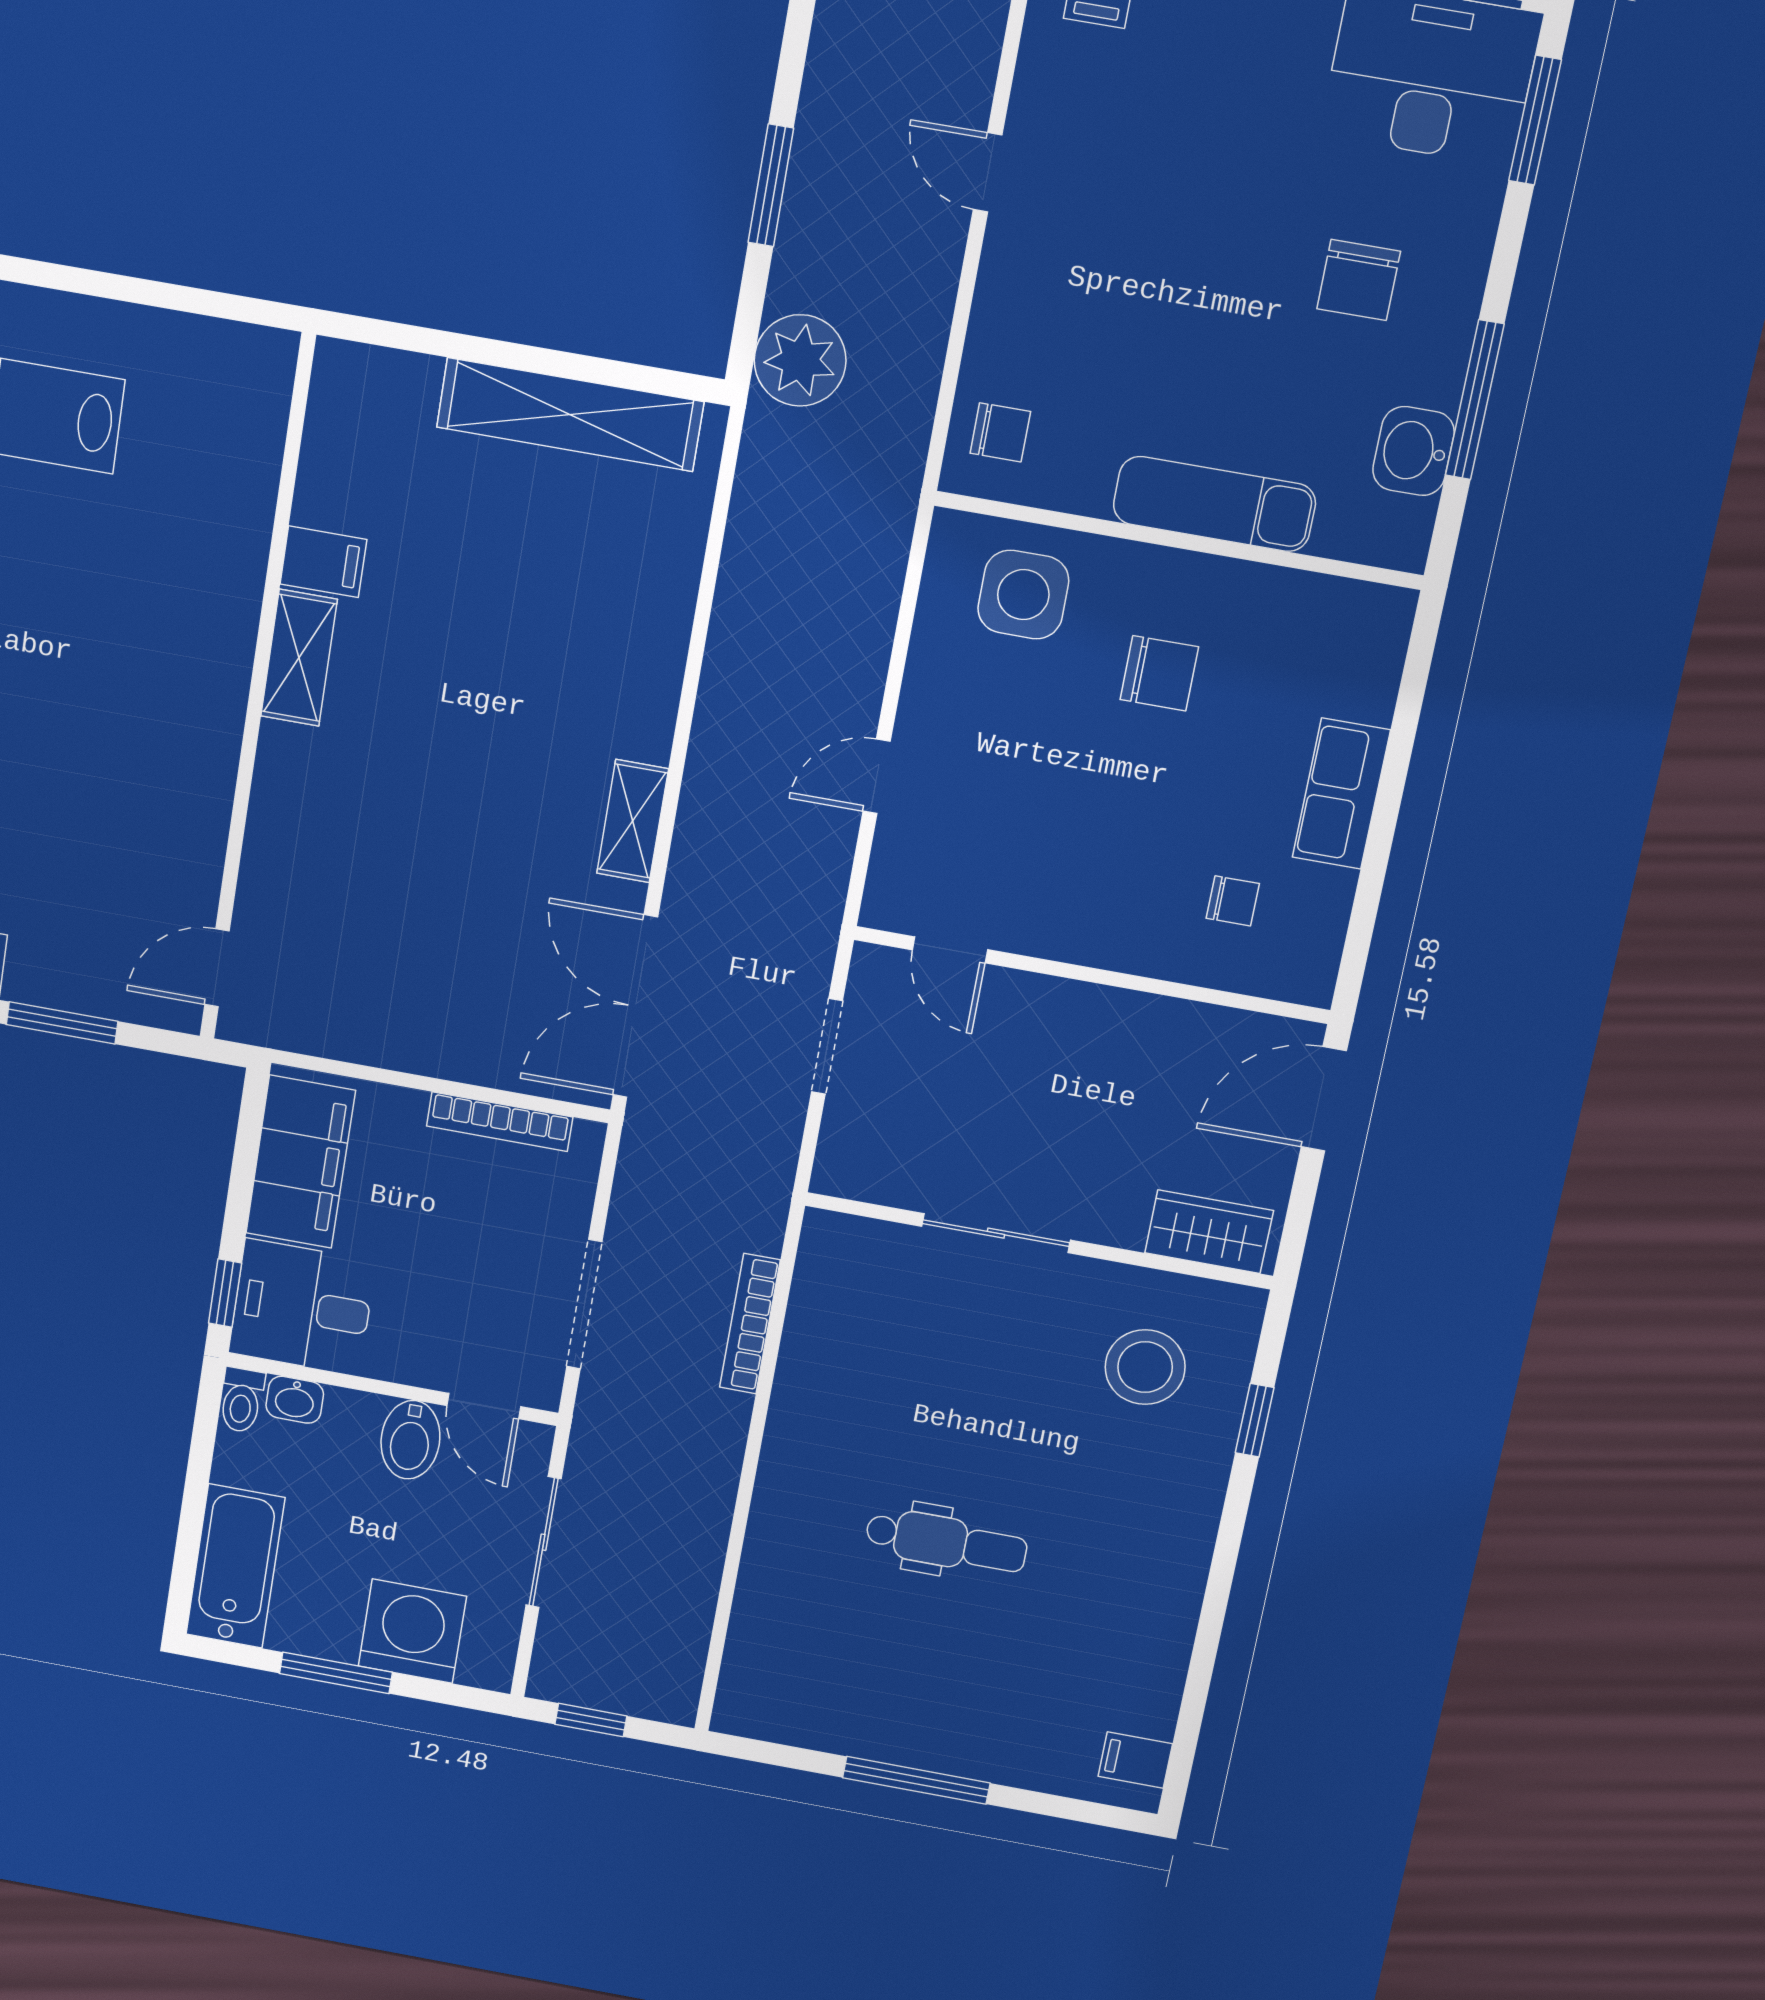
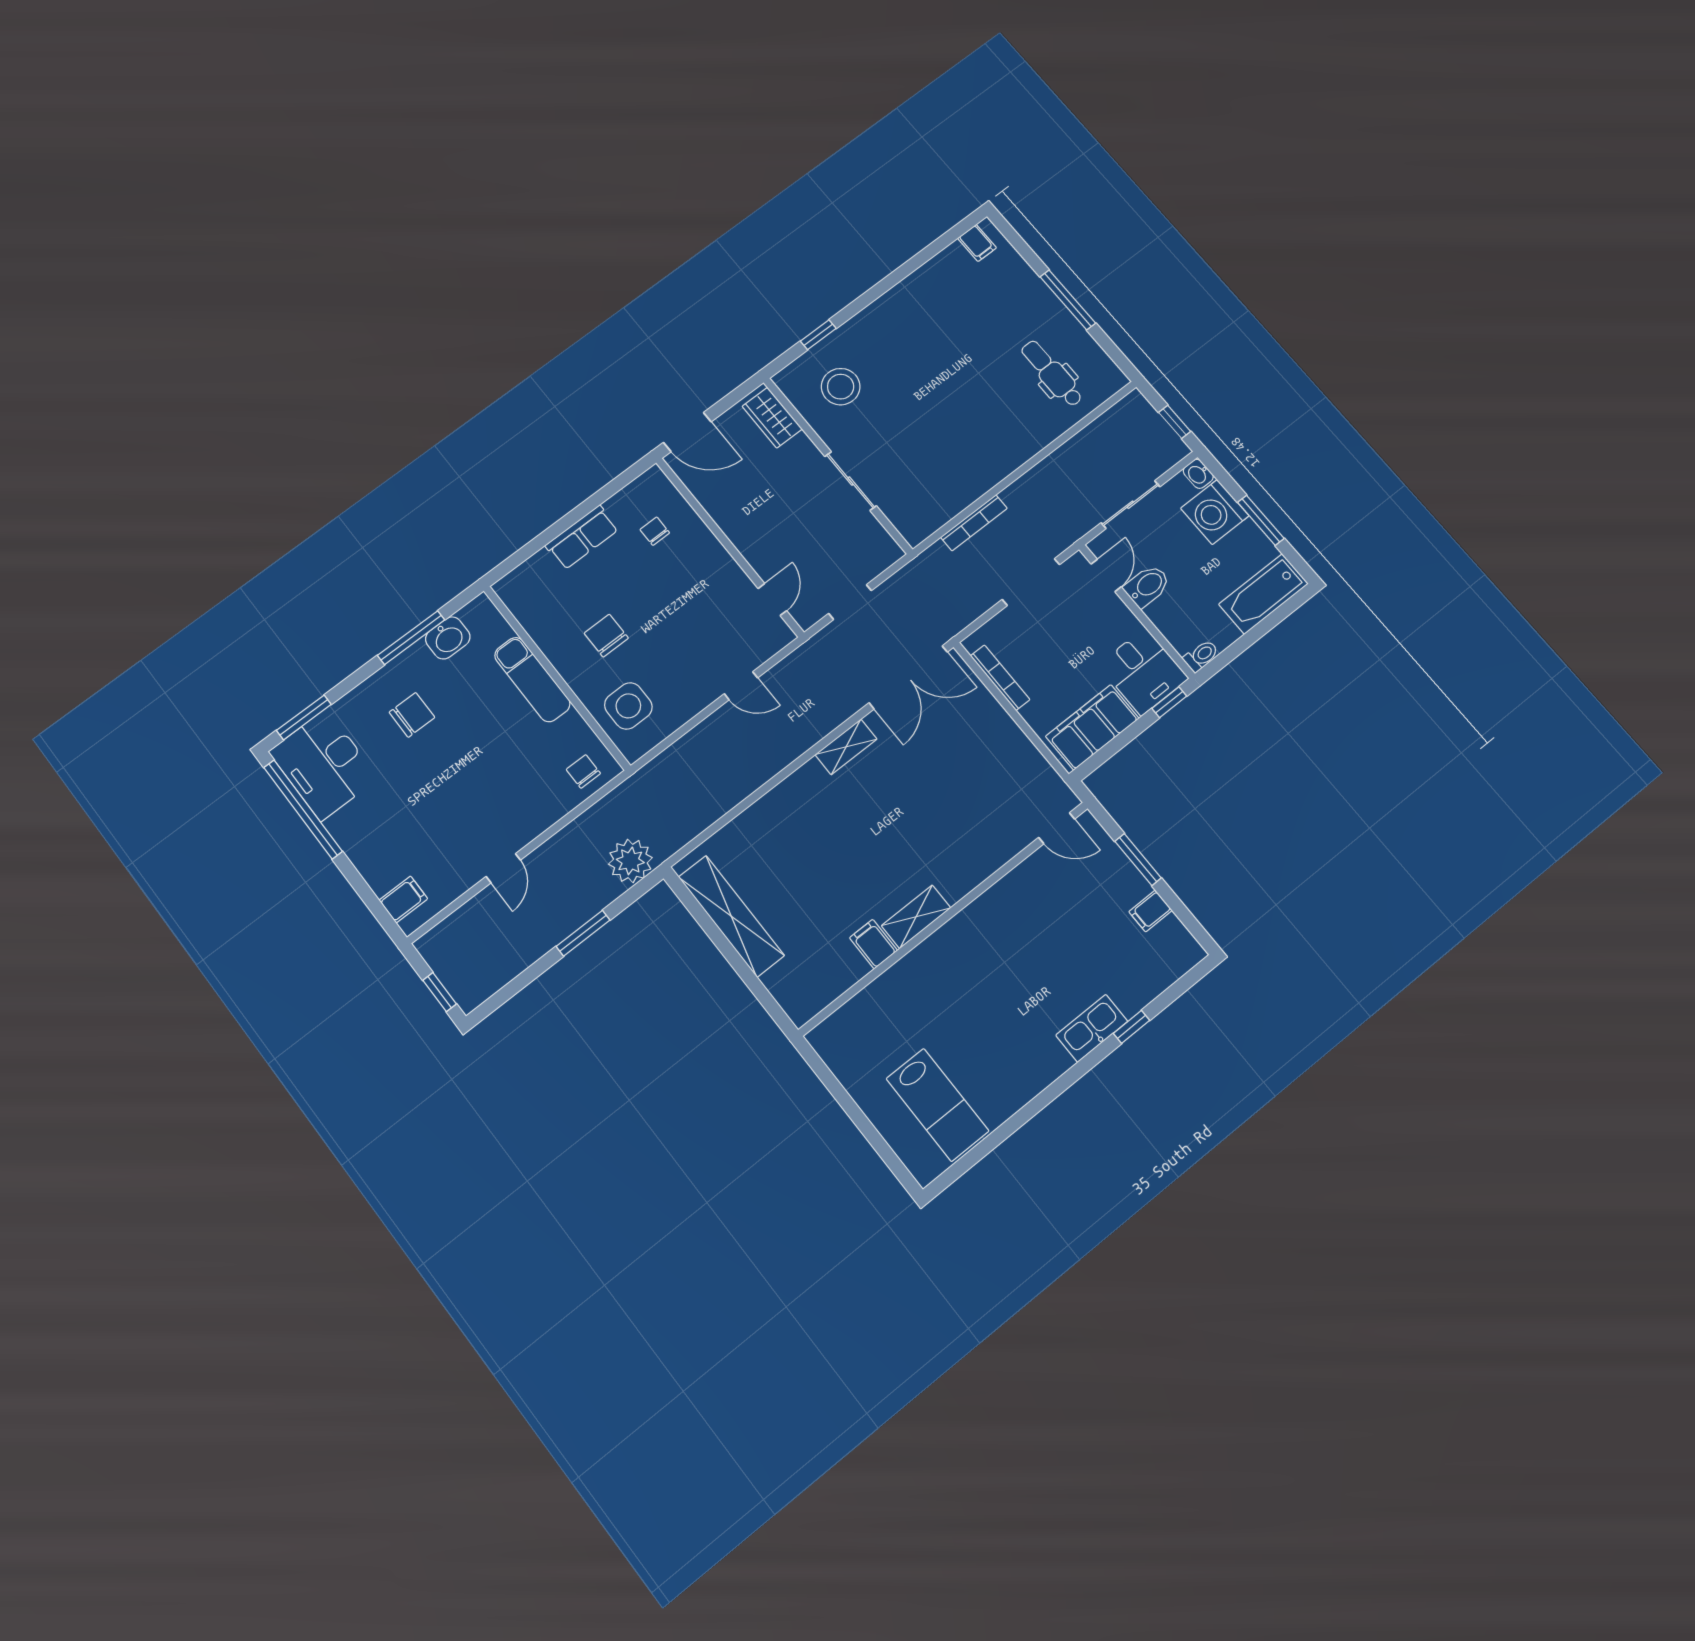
washbasin: (295, 1400) -> (1198, 474), moved, turned 180
dental chair: (946, 1542) -> (1052, 374), moved

